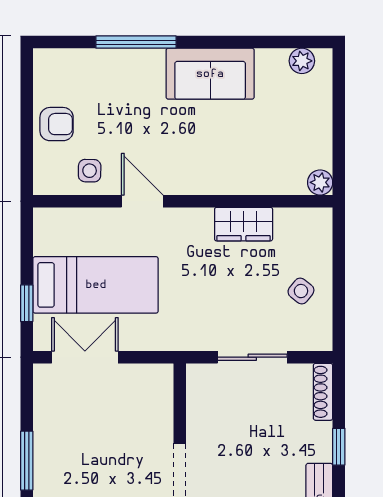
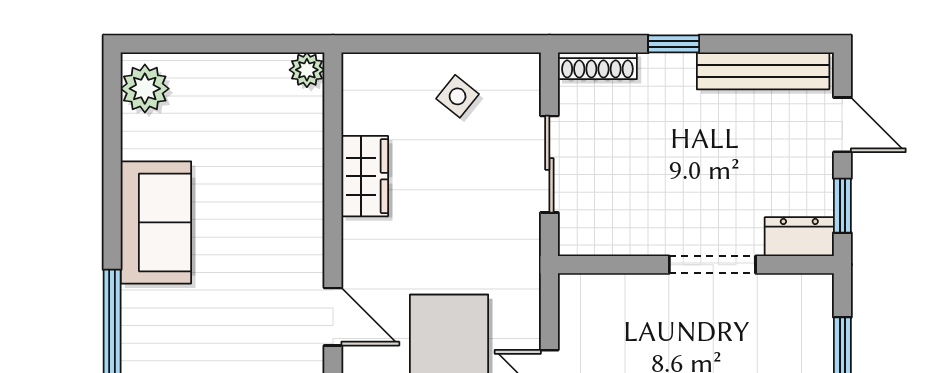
plant: (302, 61) -> (145, 89), width x1.38, depth x1.38
door: (142, 201) -> (333, 317), swing flipped

